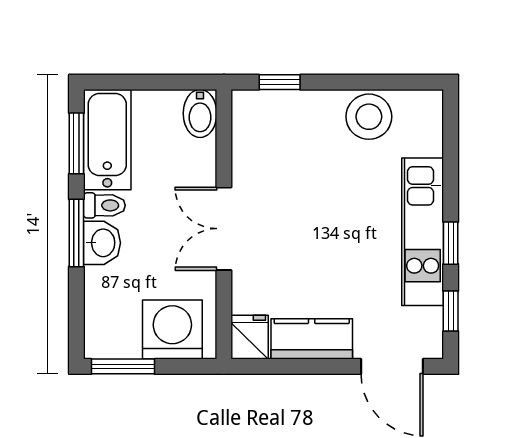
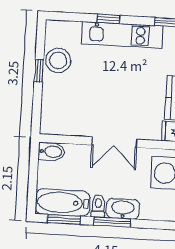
window: (280, 82) -> (39, 71), moved
washbasin: (102, 243) -> (123, 209), width x1.38
window: (451, 243) -> (108, 19), moved

